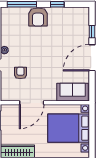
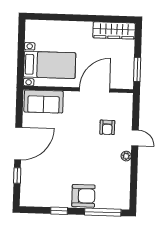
armchair: (38, 17) -> (83, 196), turned 90
bed with nightstands: (69, 128) -> (50, 65), width x0.73

